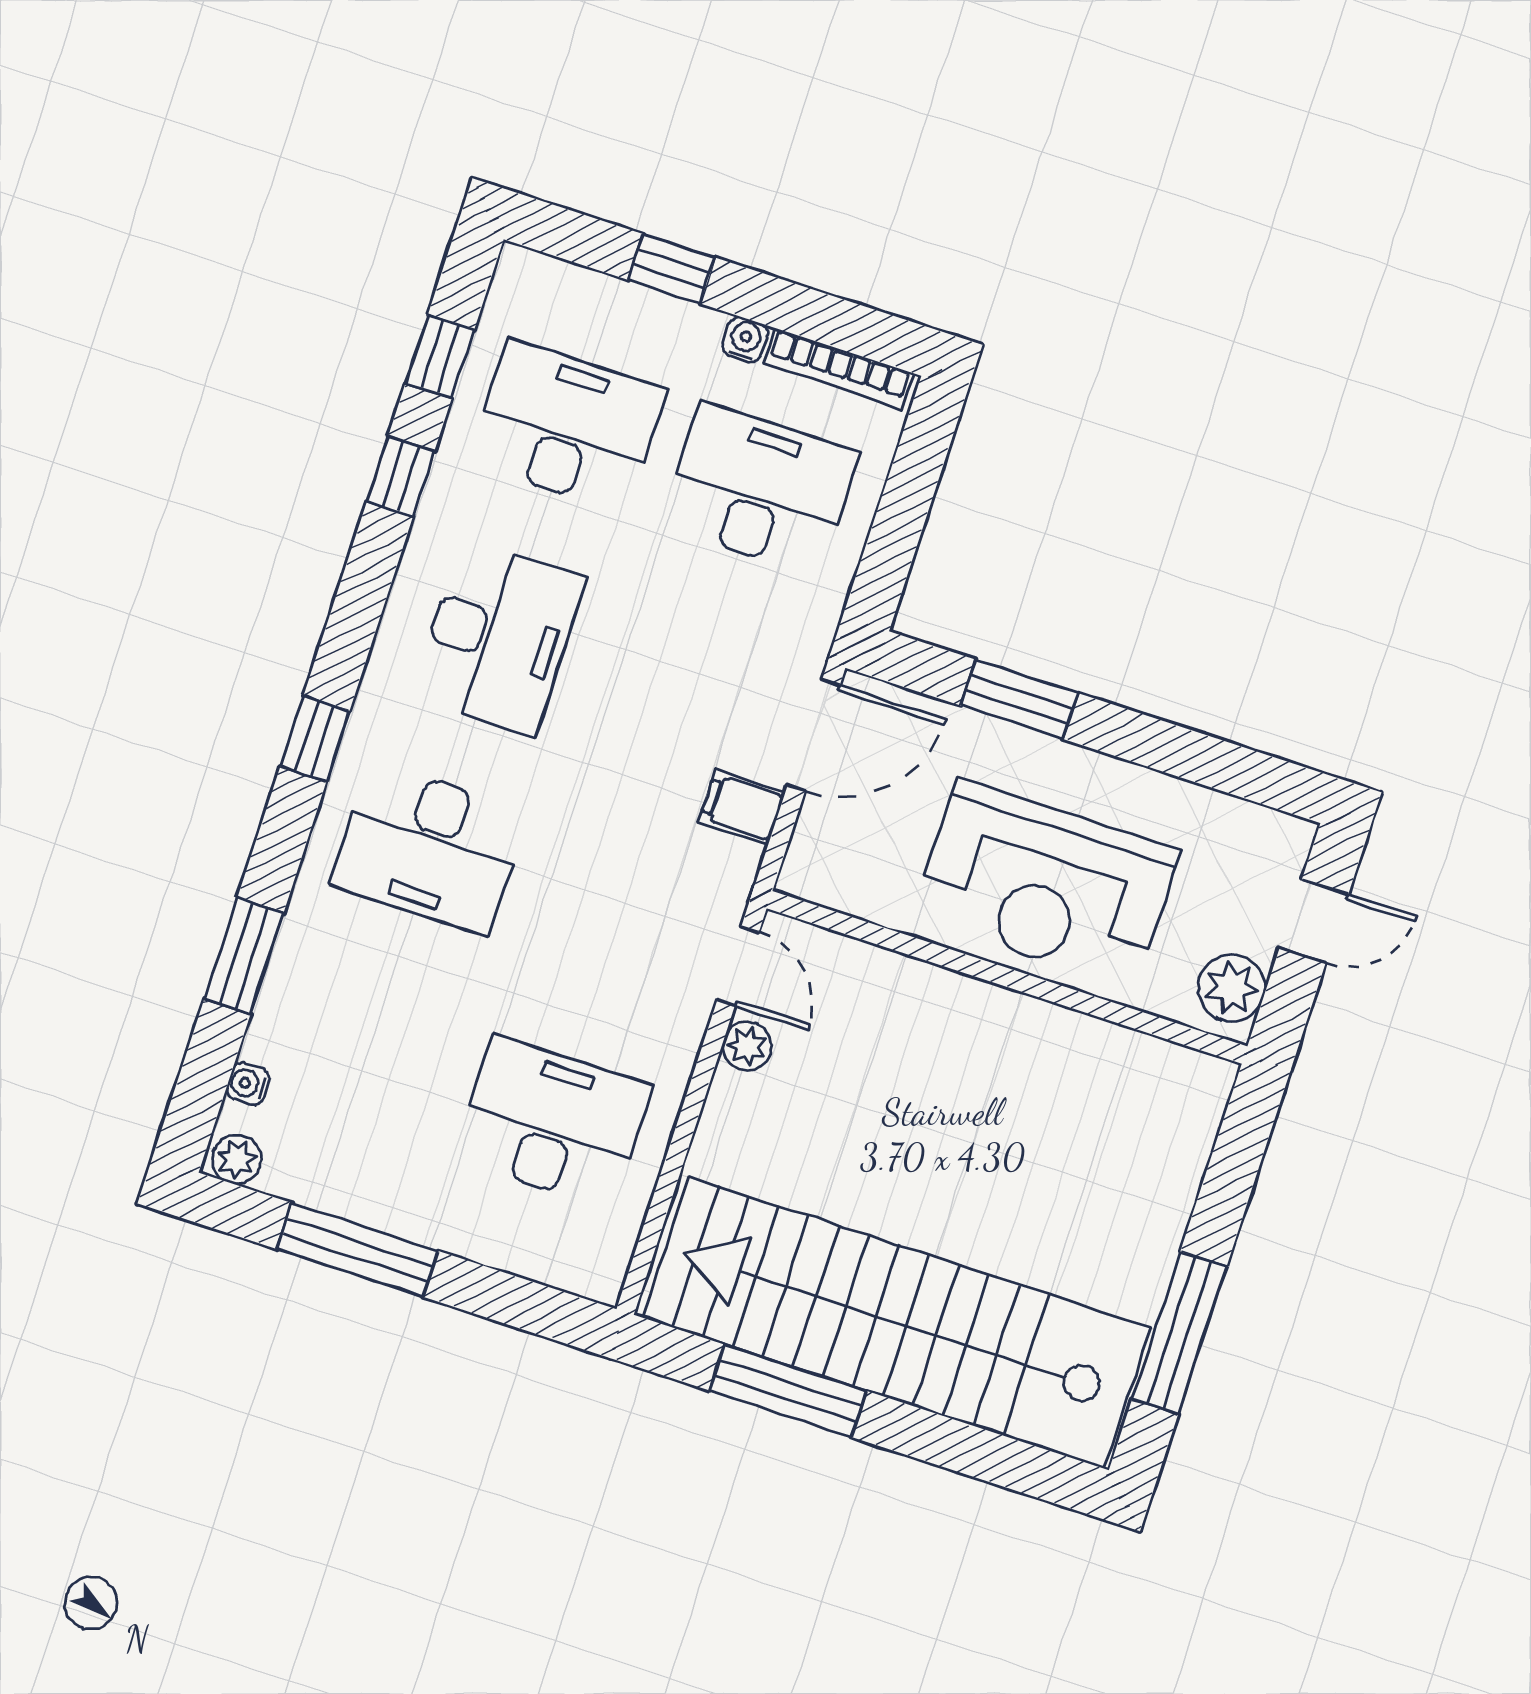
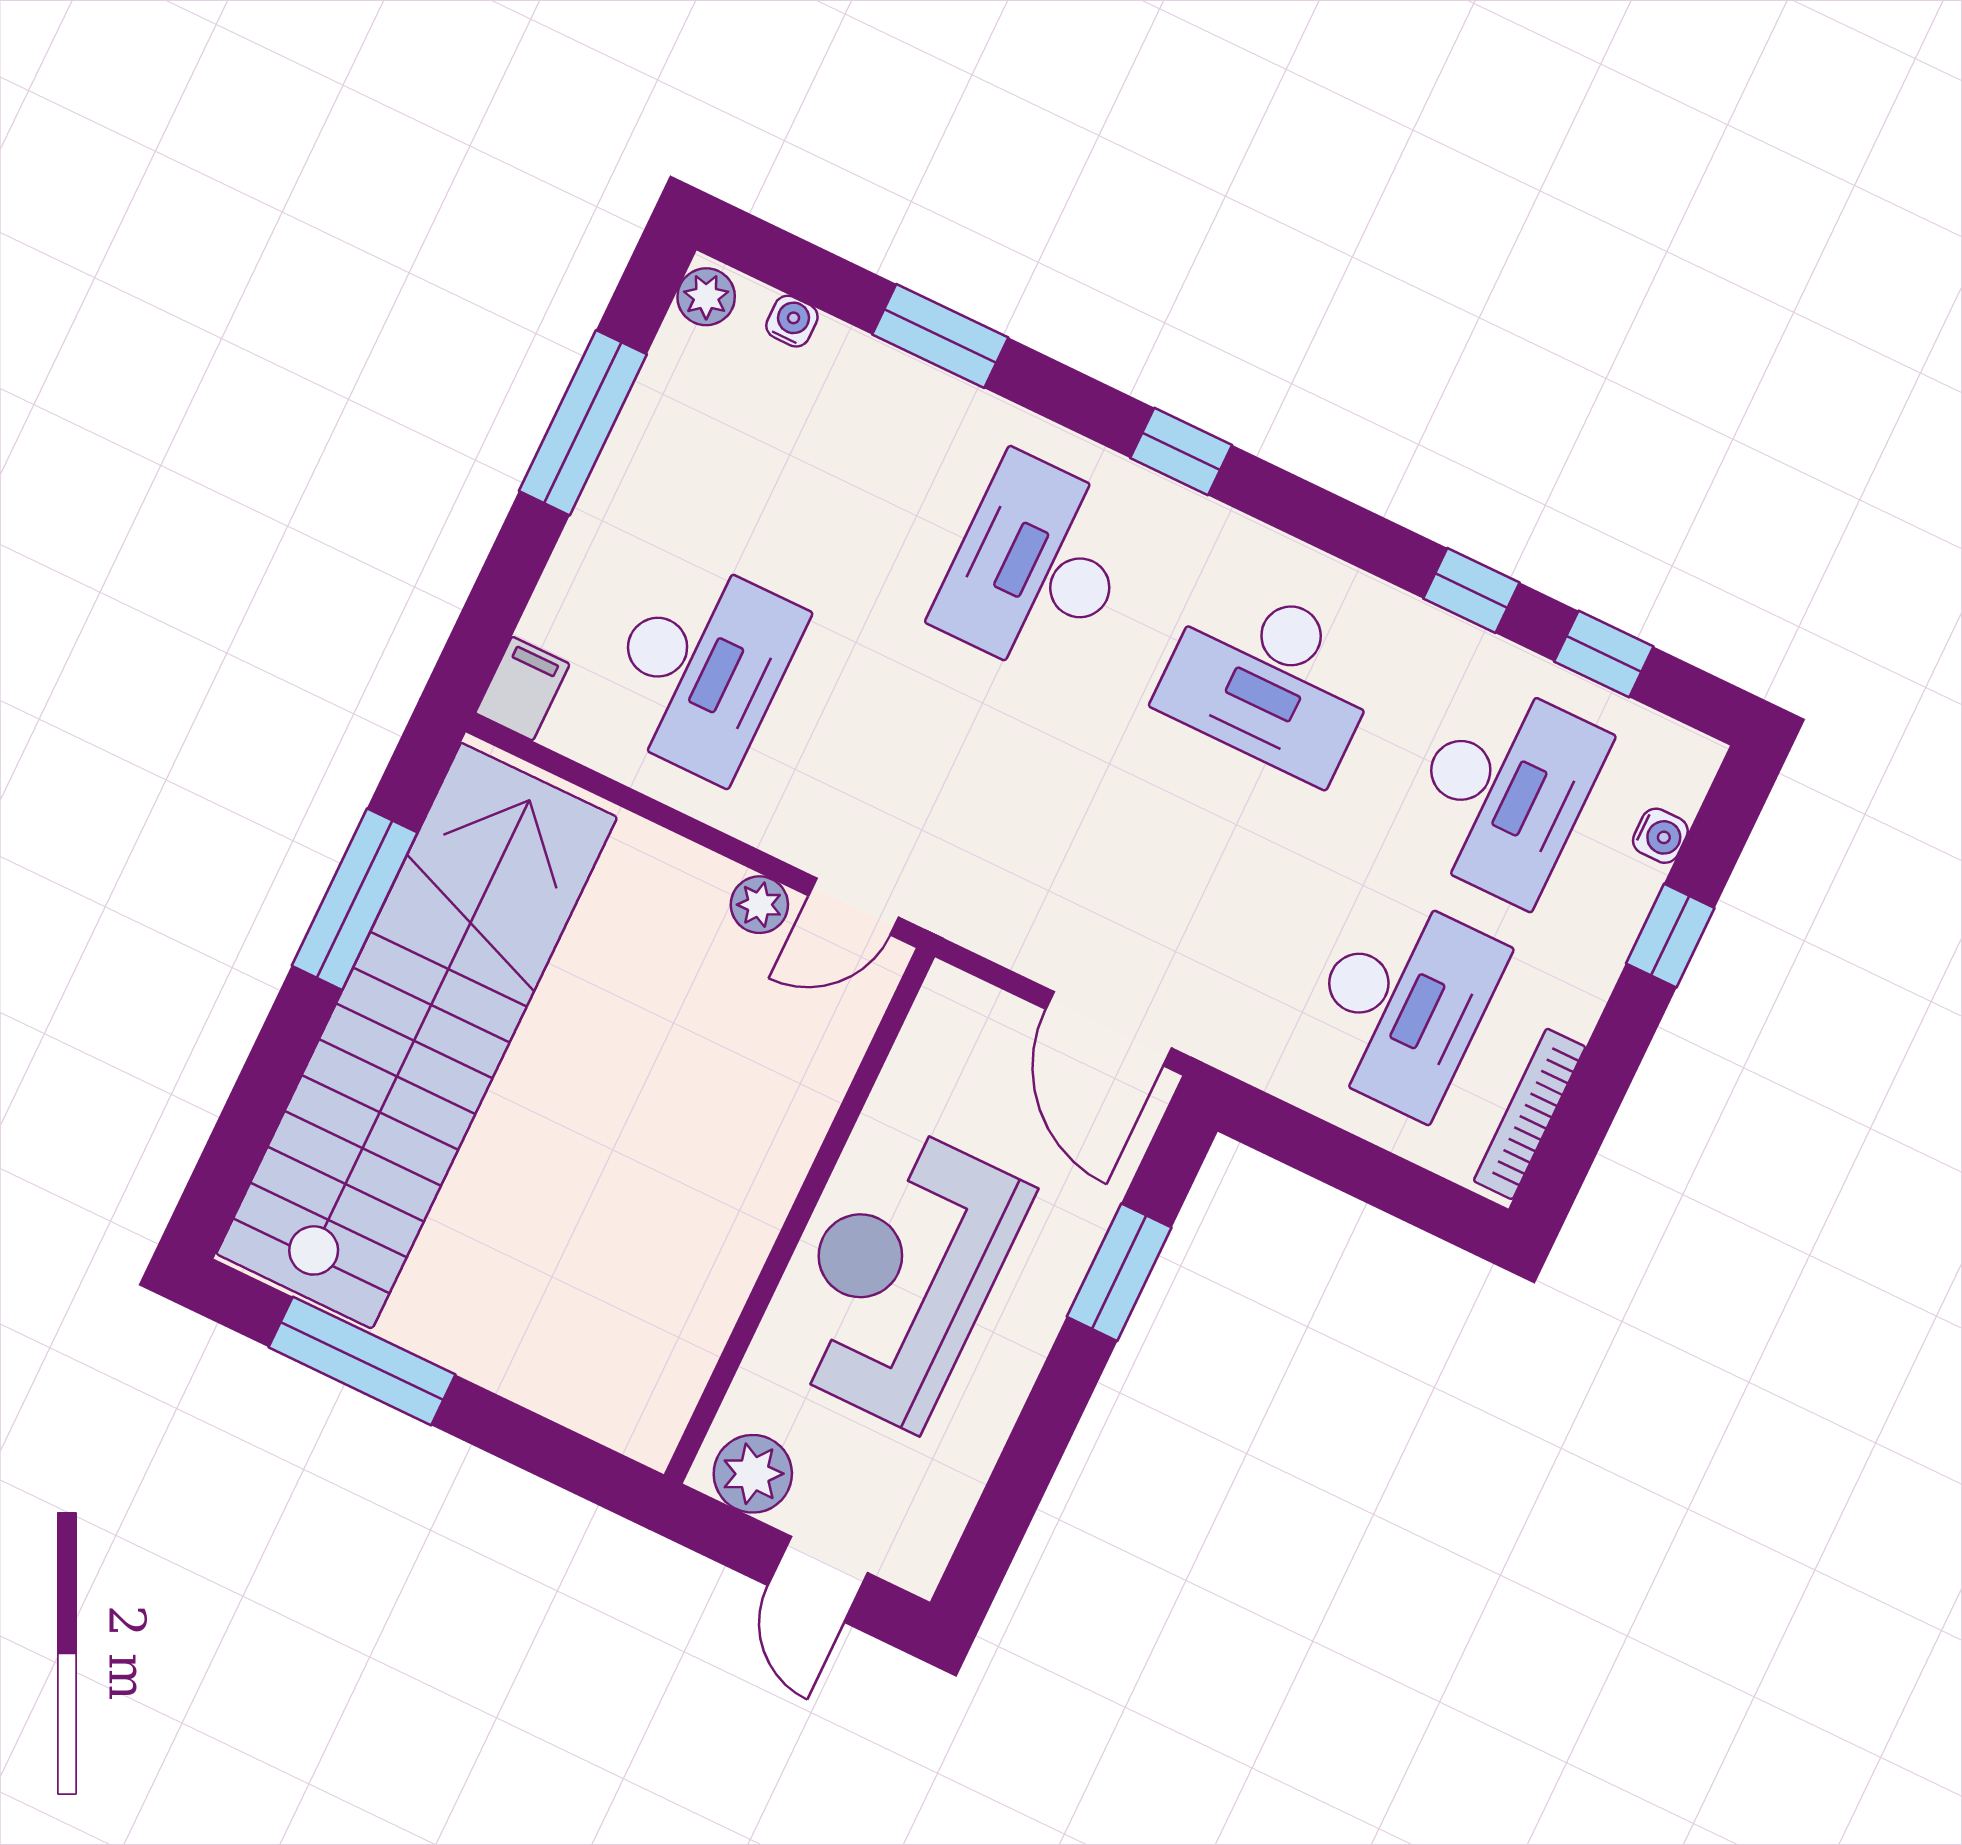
water cooler: (745, 340) -> (1660, 836), moved
filing cabinet: (742, 807) -> (522, 689), moved

